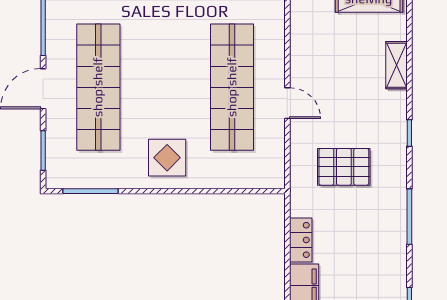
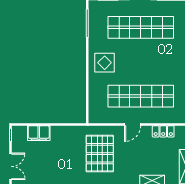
pallet: (344, 167) -> (100, 154), width x1.37, depth x1.41
locker: (301, 240) -> (163, 131), moved

